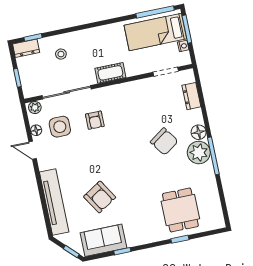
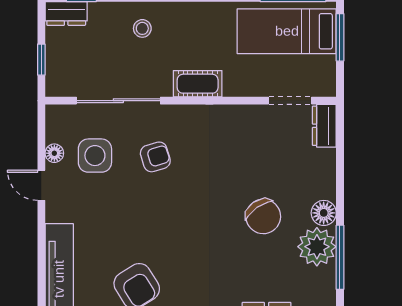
nightstand: (183, 46) -> (328, 64), removed
stool: (61, 54) -> (142, 28), moved
dresser: (191, 96) -> (324, 126), moved
plant: (35, 107) -> (60, 115), removed
armchair: (95, 120) -> (155, 157), turned -107

